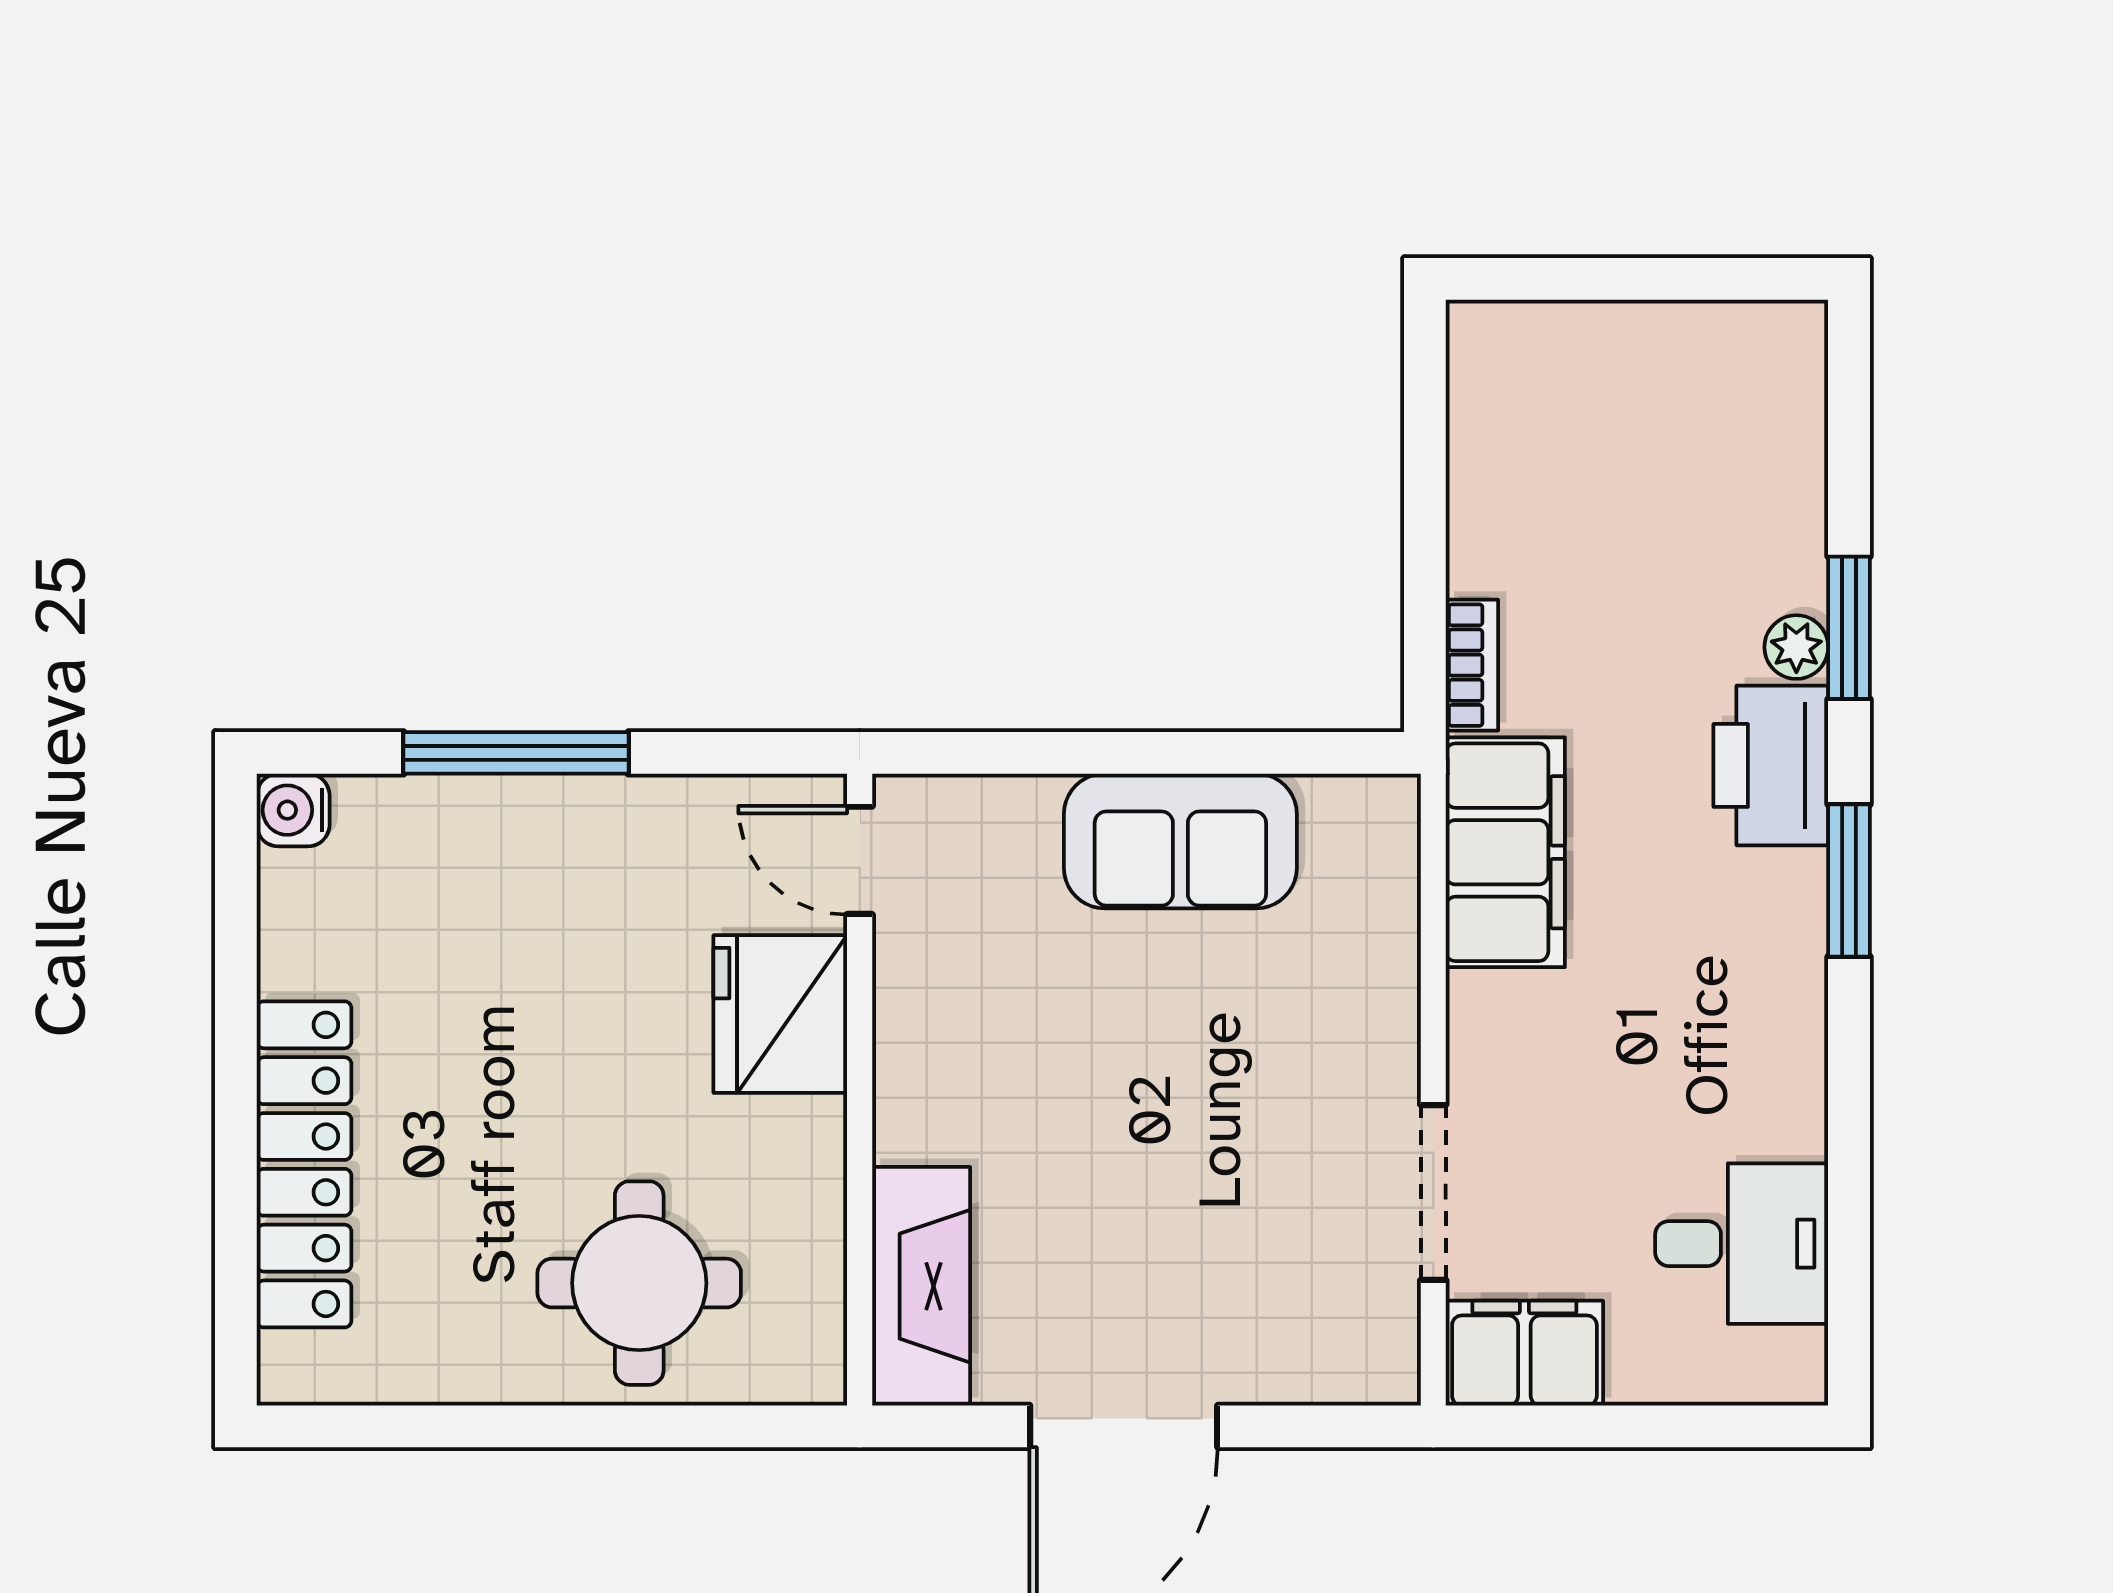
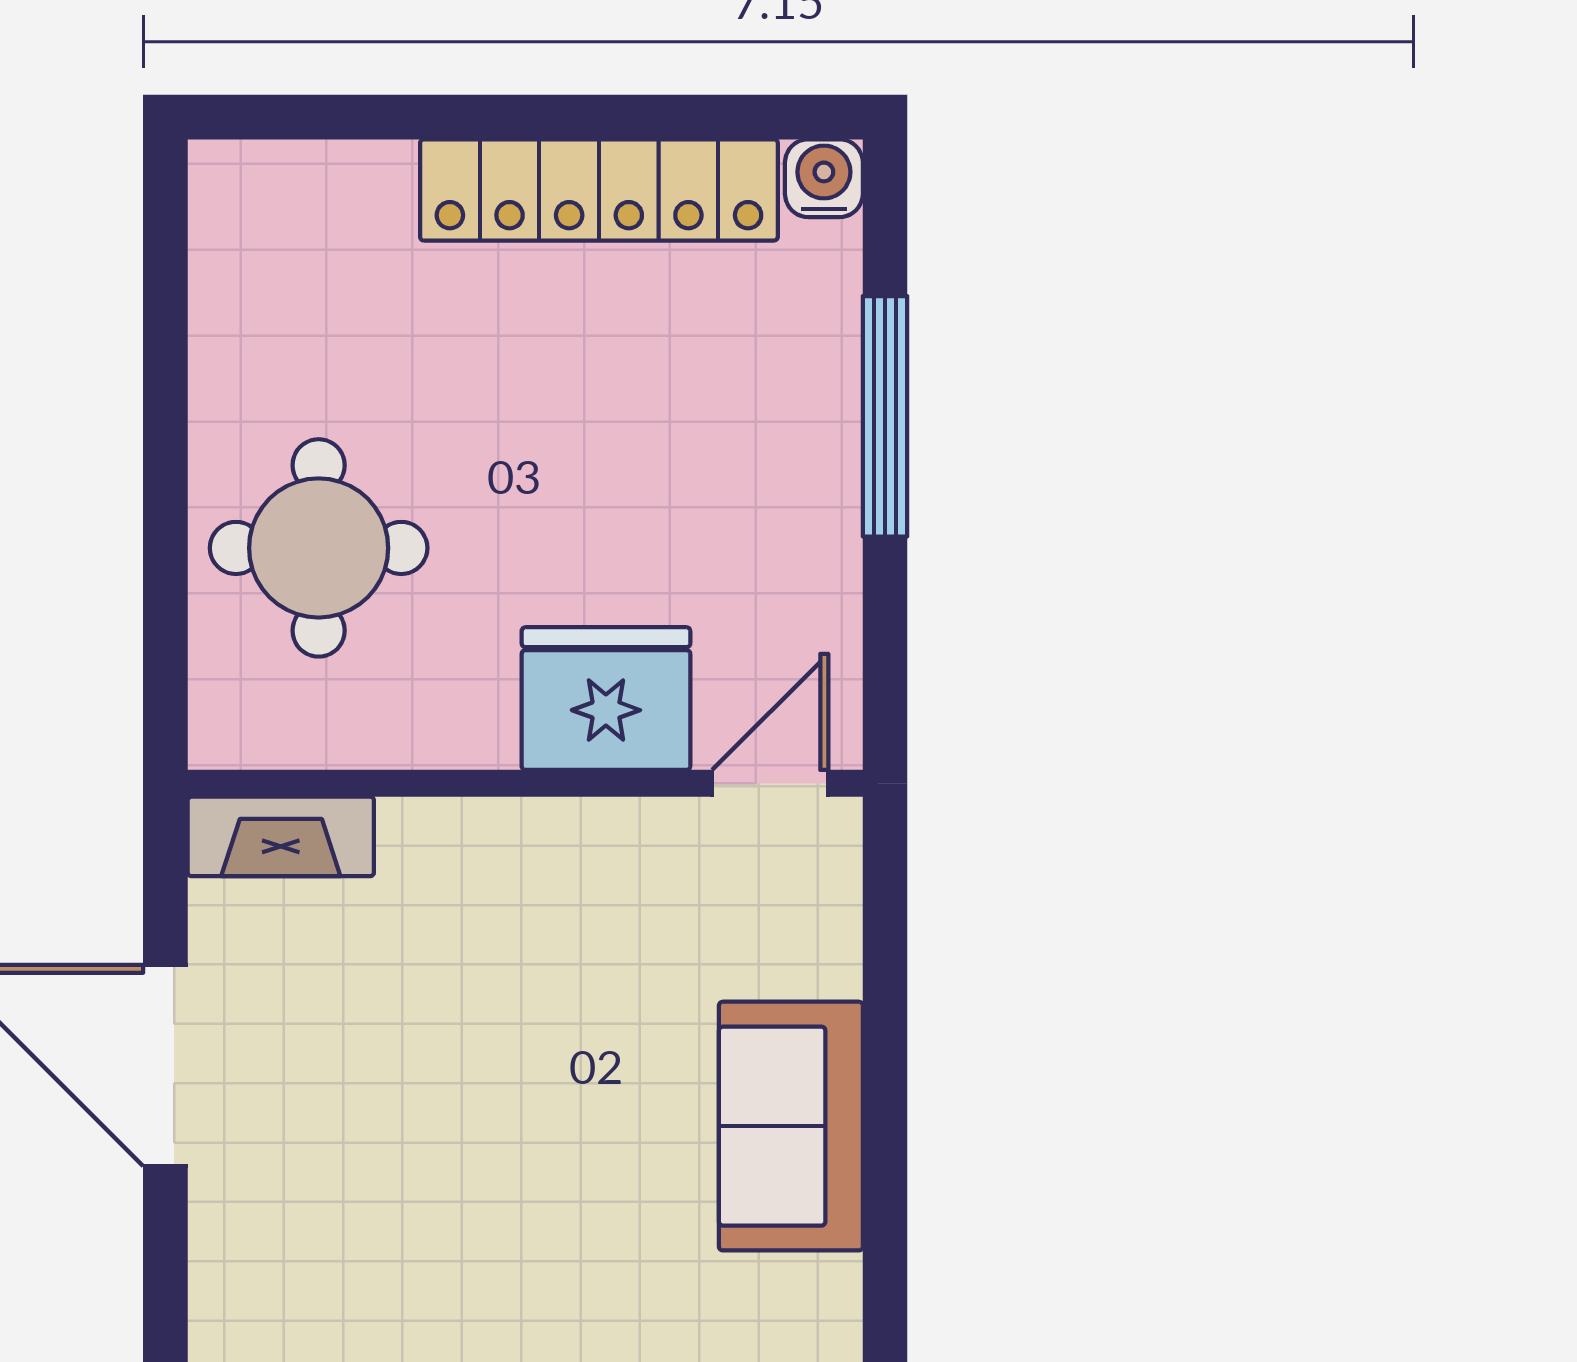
locker: (304, 1164) -> (599, 190), moved
fireplace: (921, 1286) -> (281, 836), width x0.73, depth x0.76

